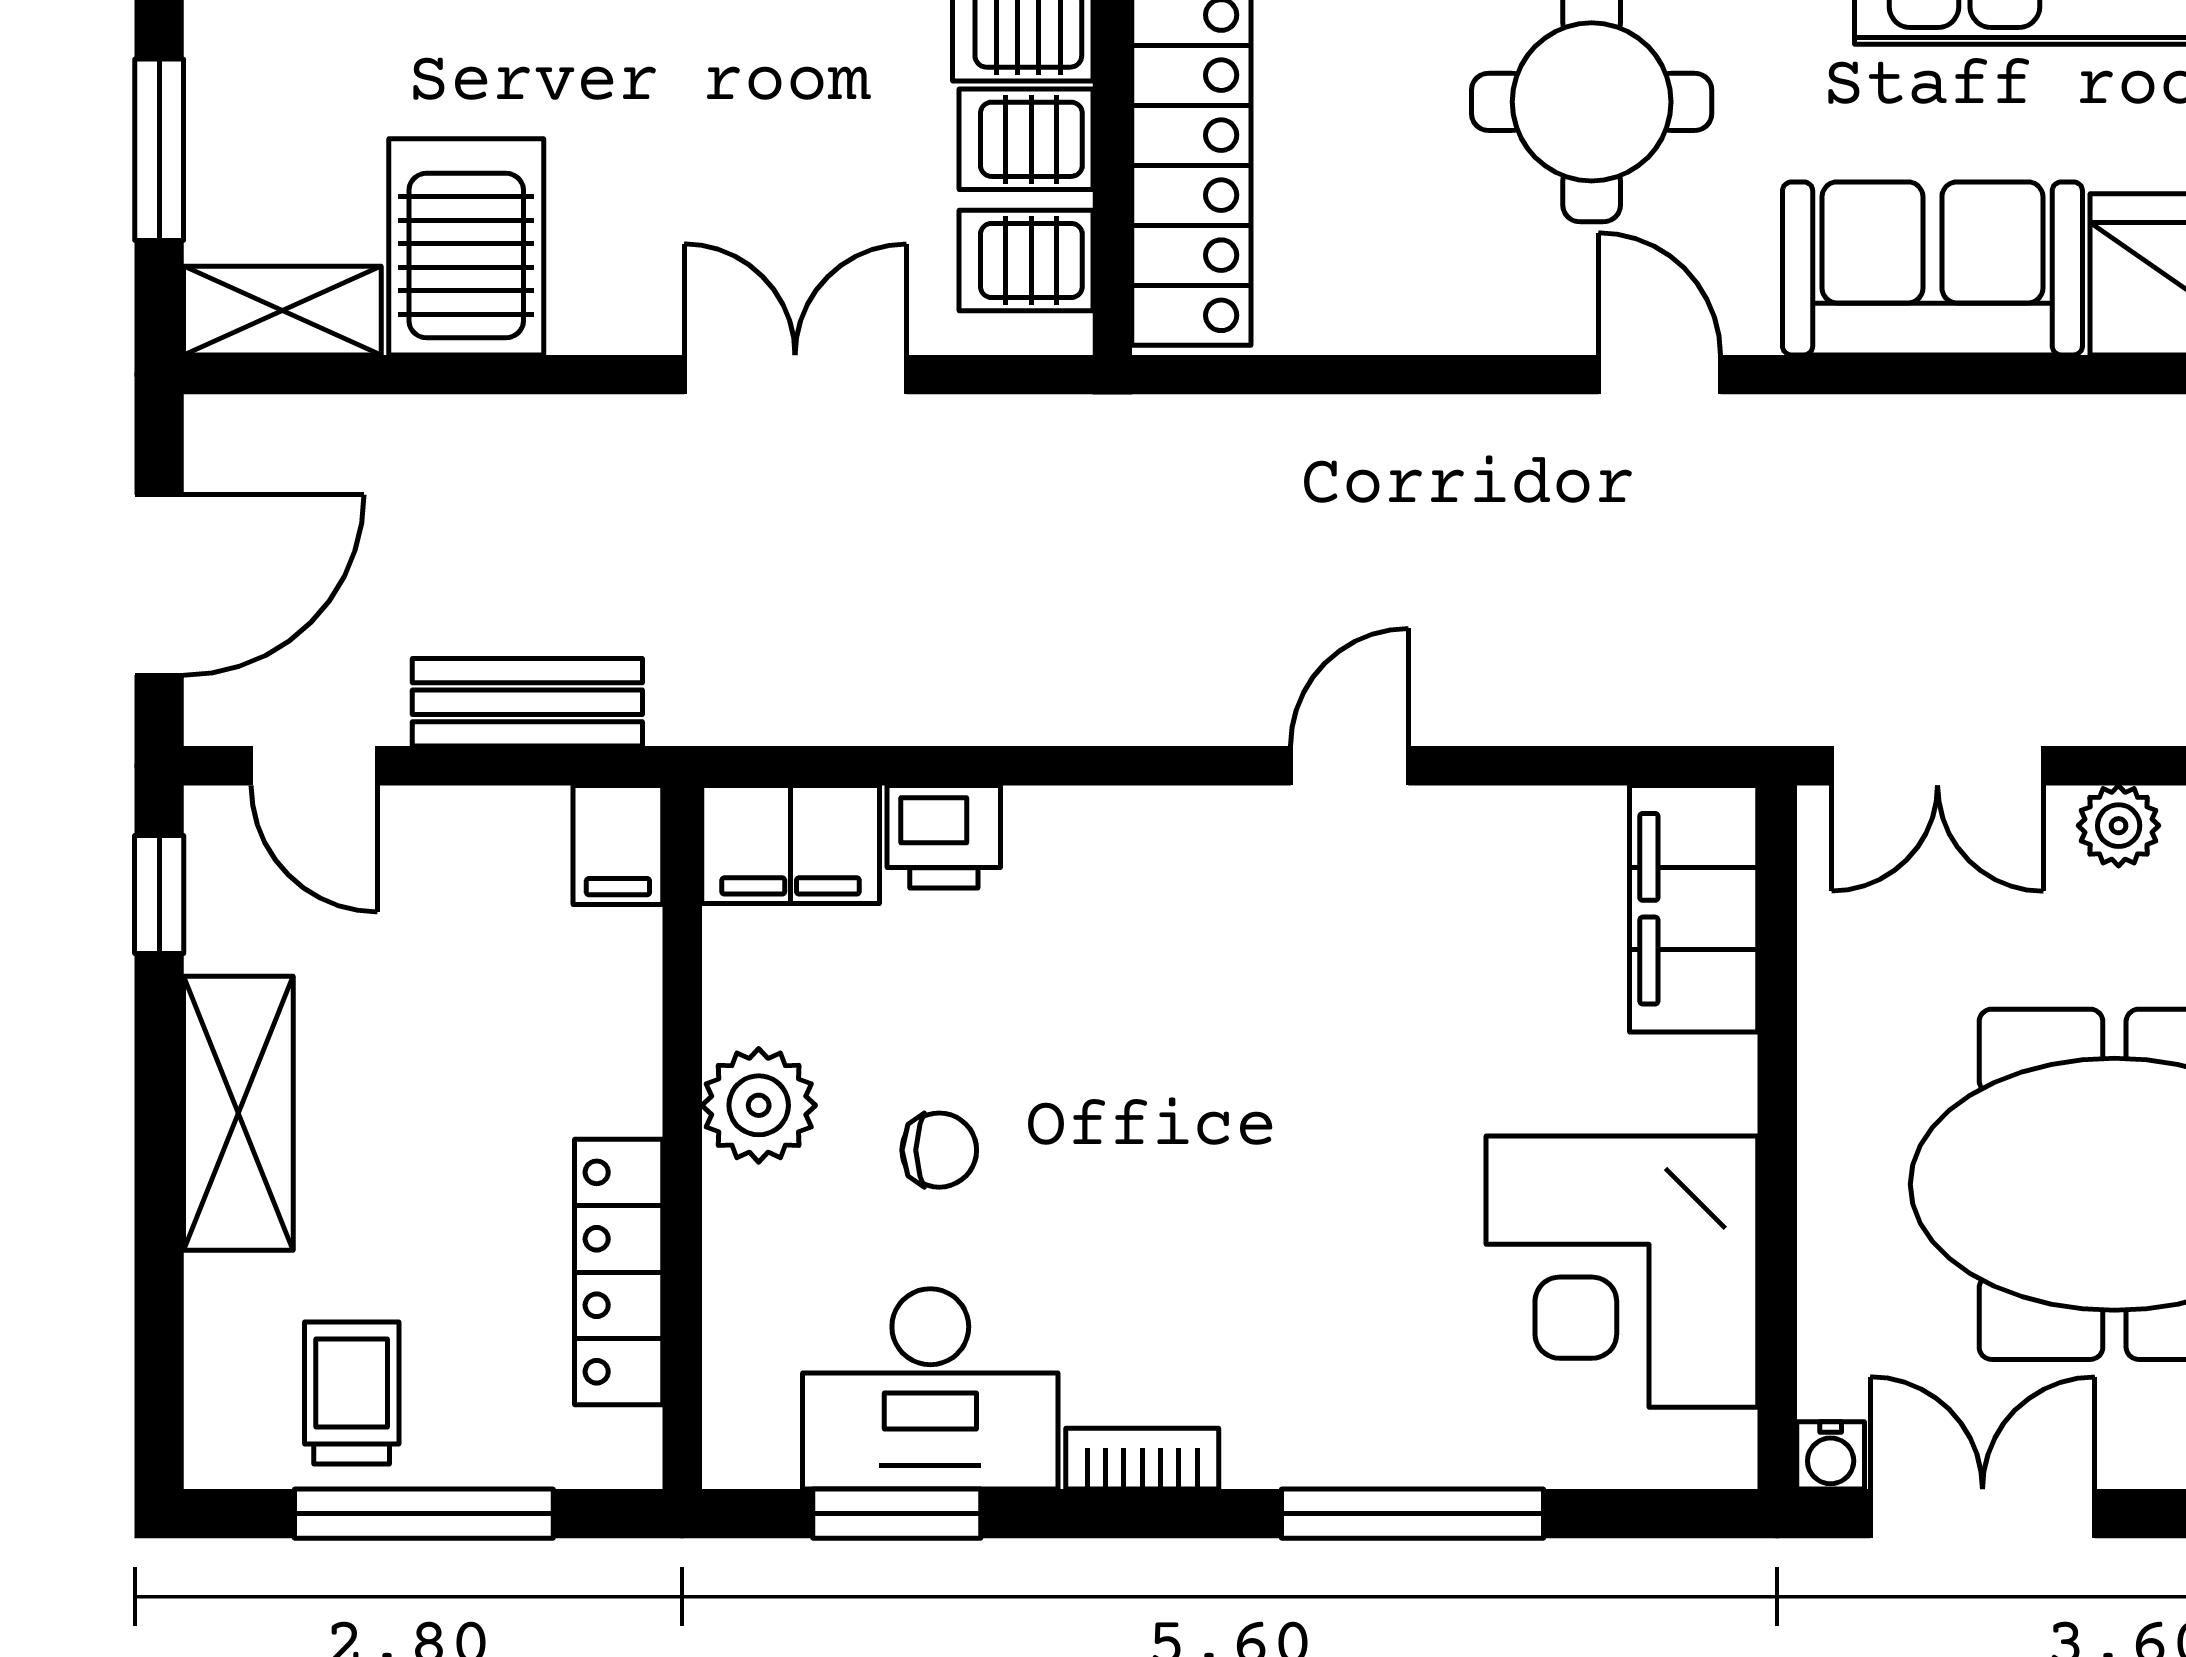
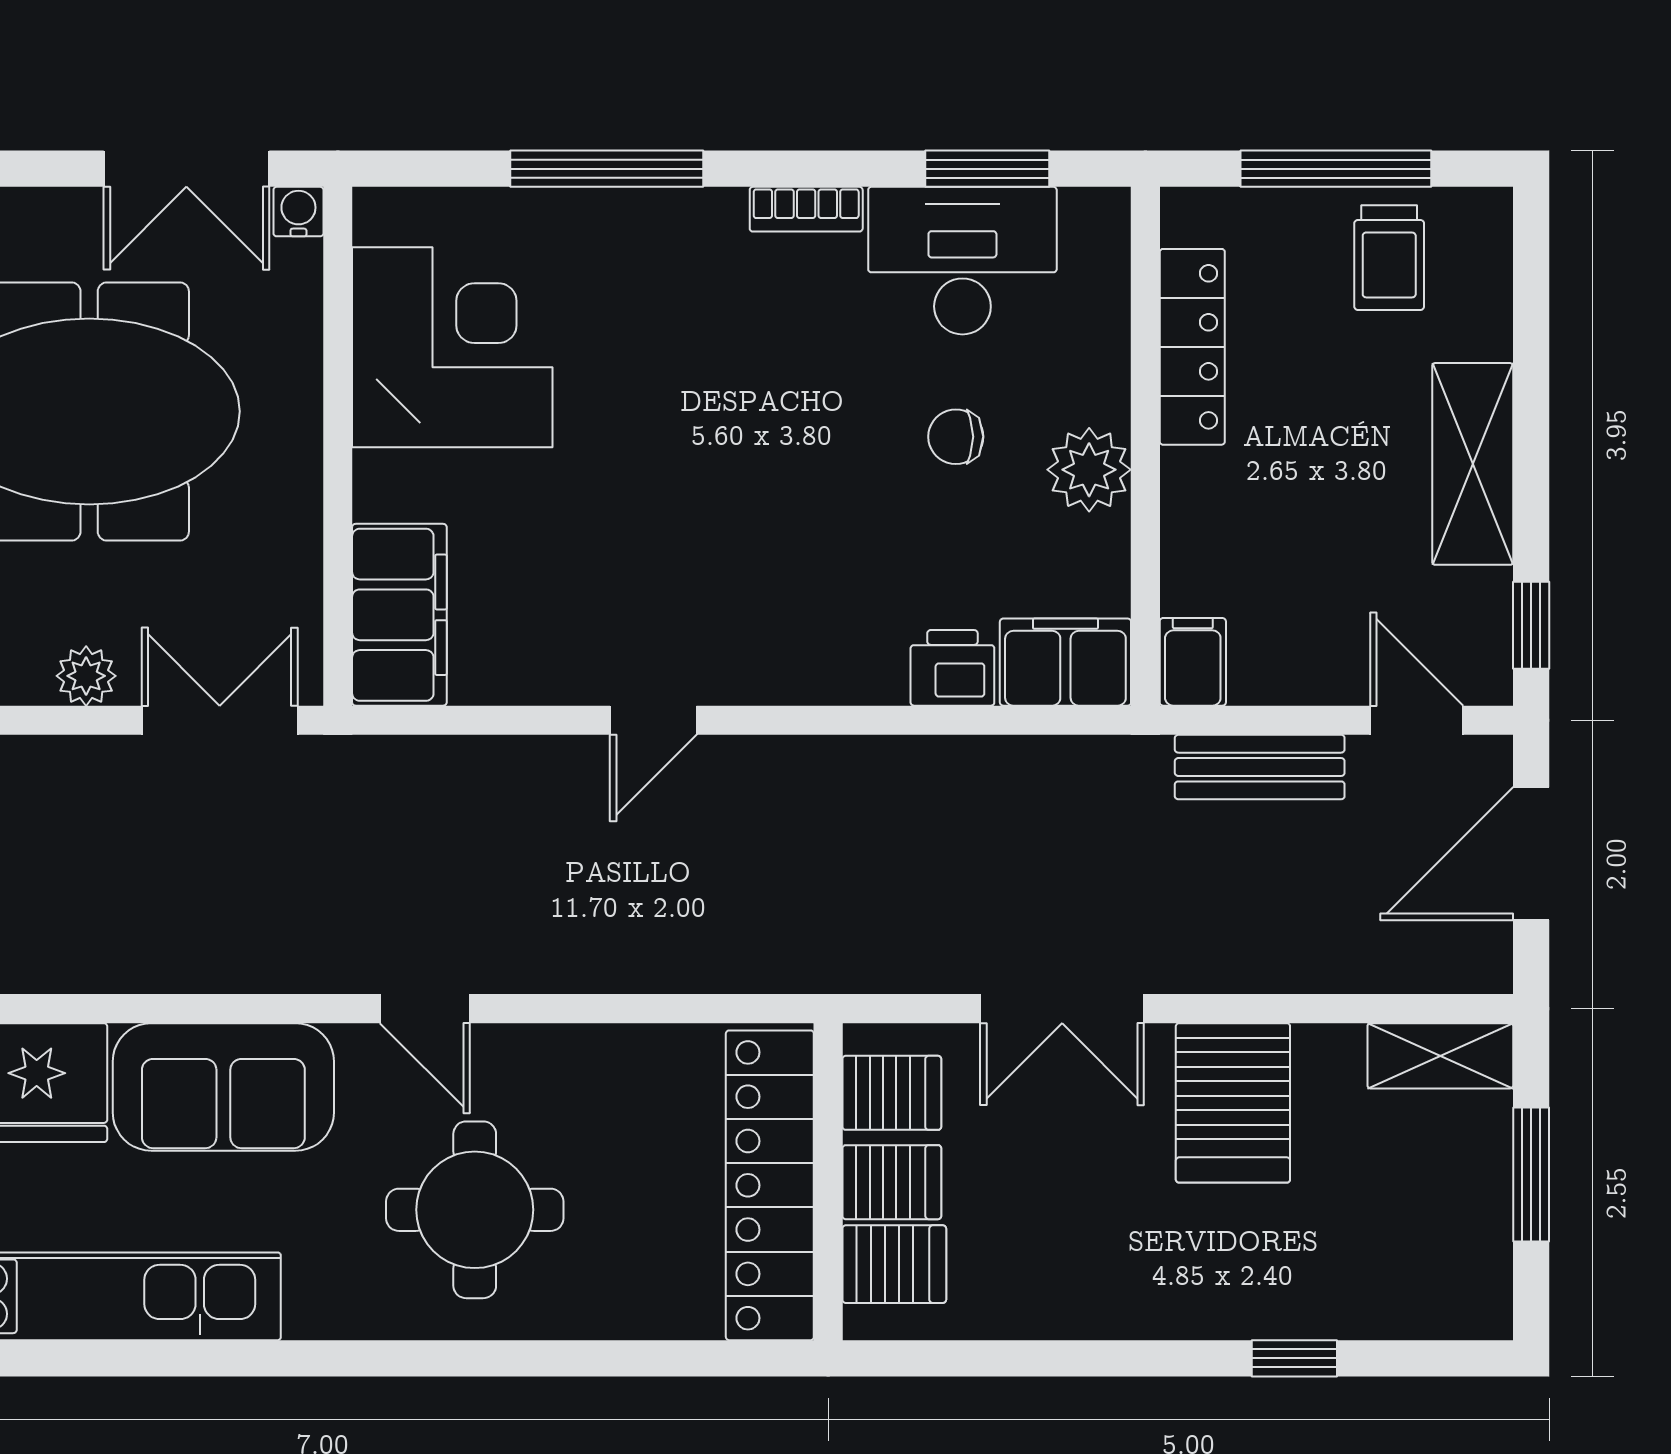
server rack: (466, 247) -> (1233, 1103), moved

